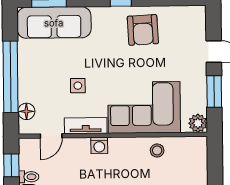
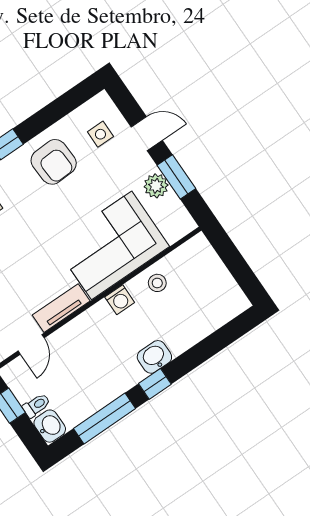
side table: (78, 86) -> (100, 134), moved
plant: (198, 123) -> (156, 186), moved
washing machine: (99, 145) -> (120, 300), moved

